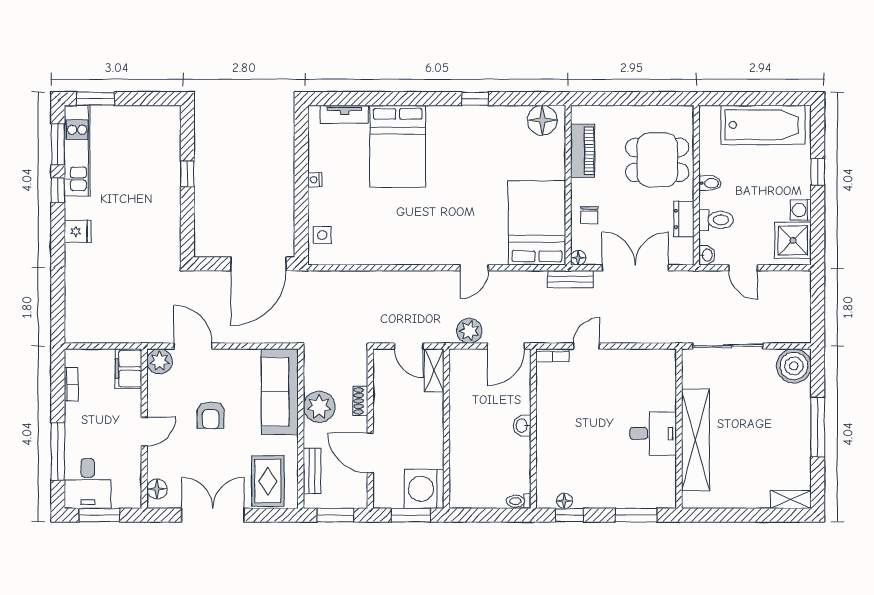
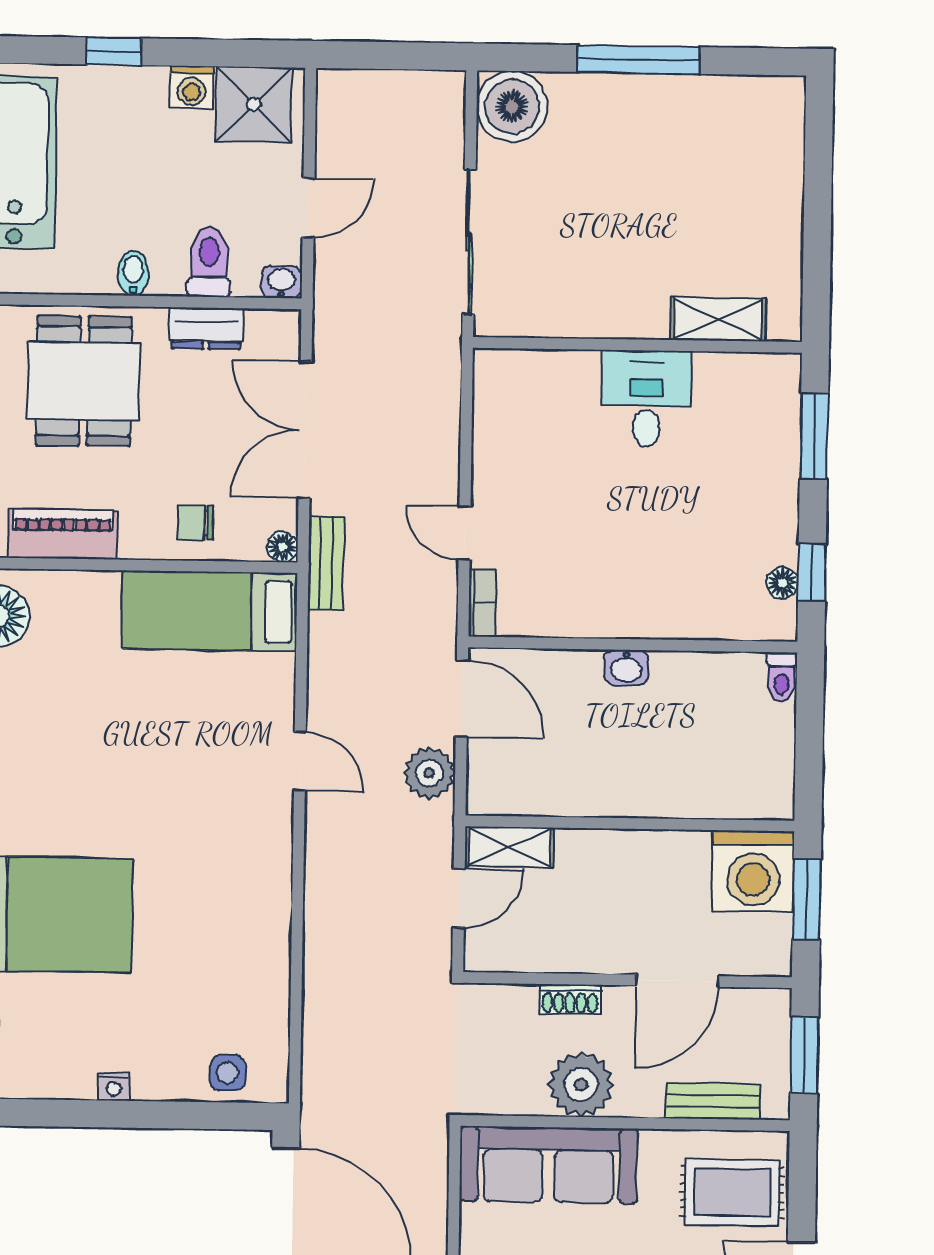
chair: (589, 215) -> (195, 523), turned 180
bed: (537, 223) -> (210, 611), width x0.67
shelving: (695, 440) -> (718, 319), width x0.45, depth x0.75
shelving: (791, 500) -> (787, 117), removed

